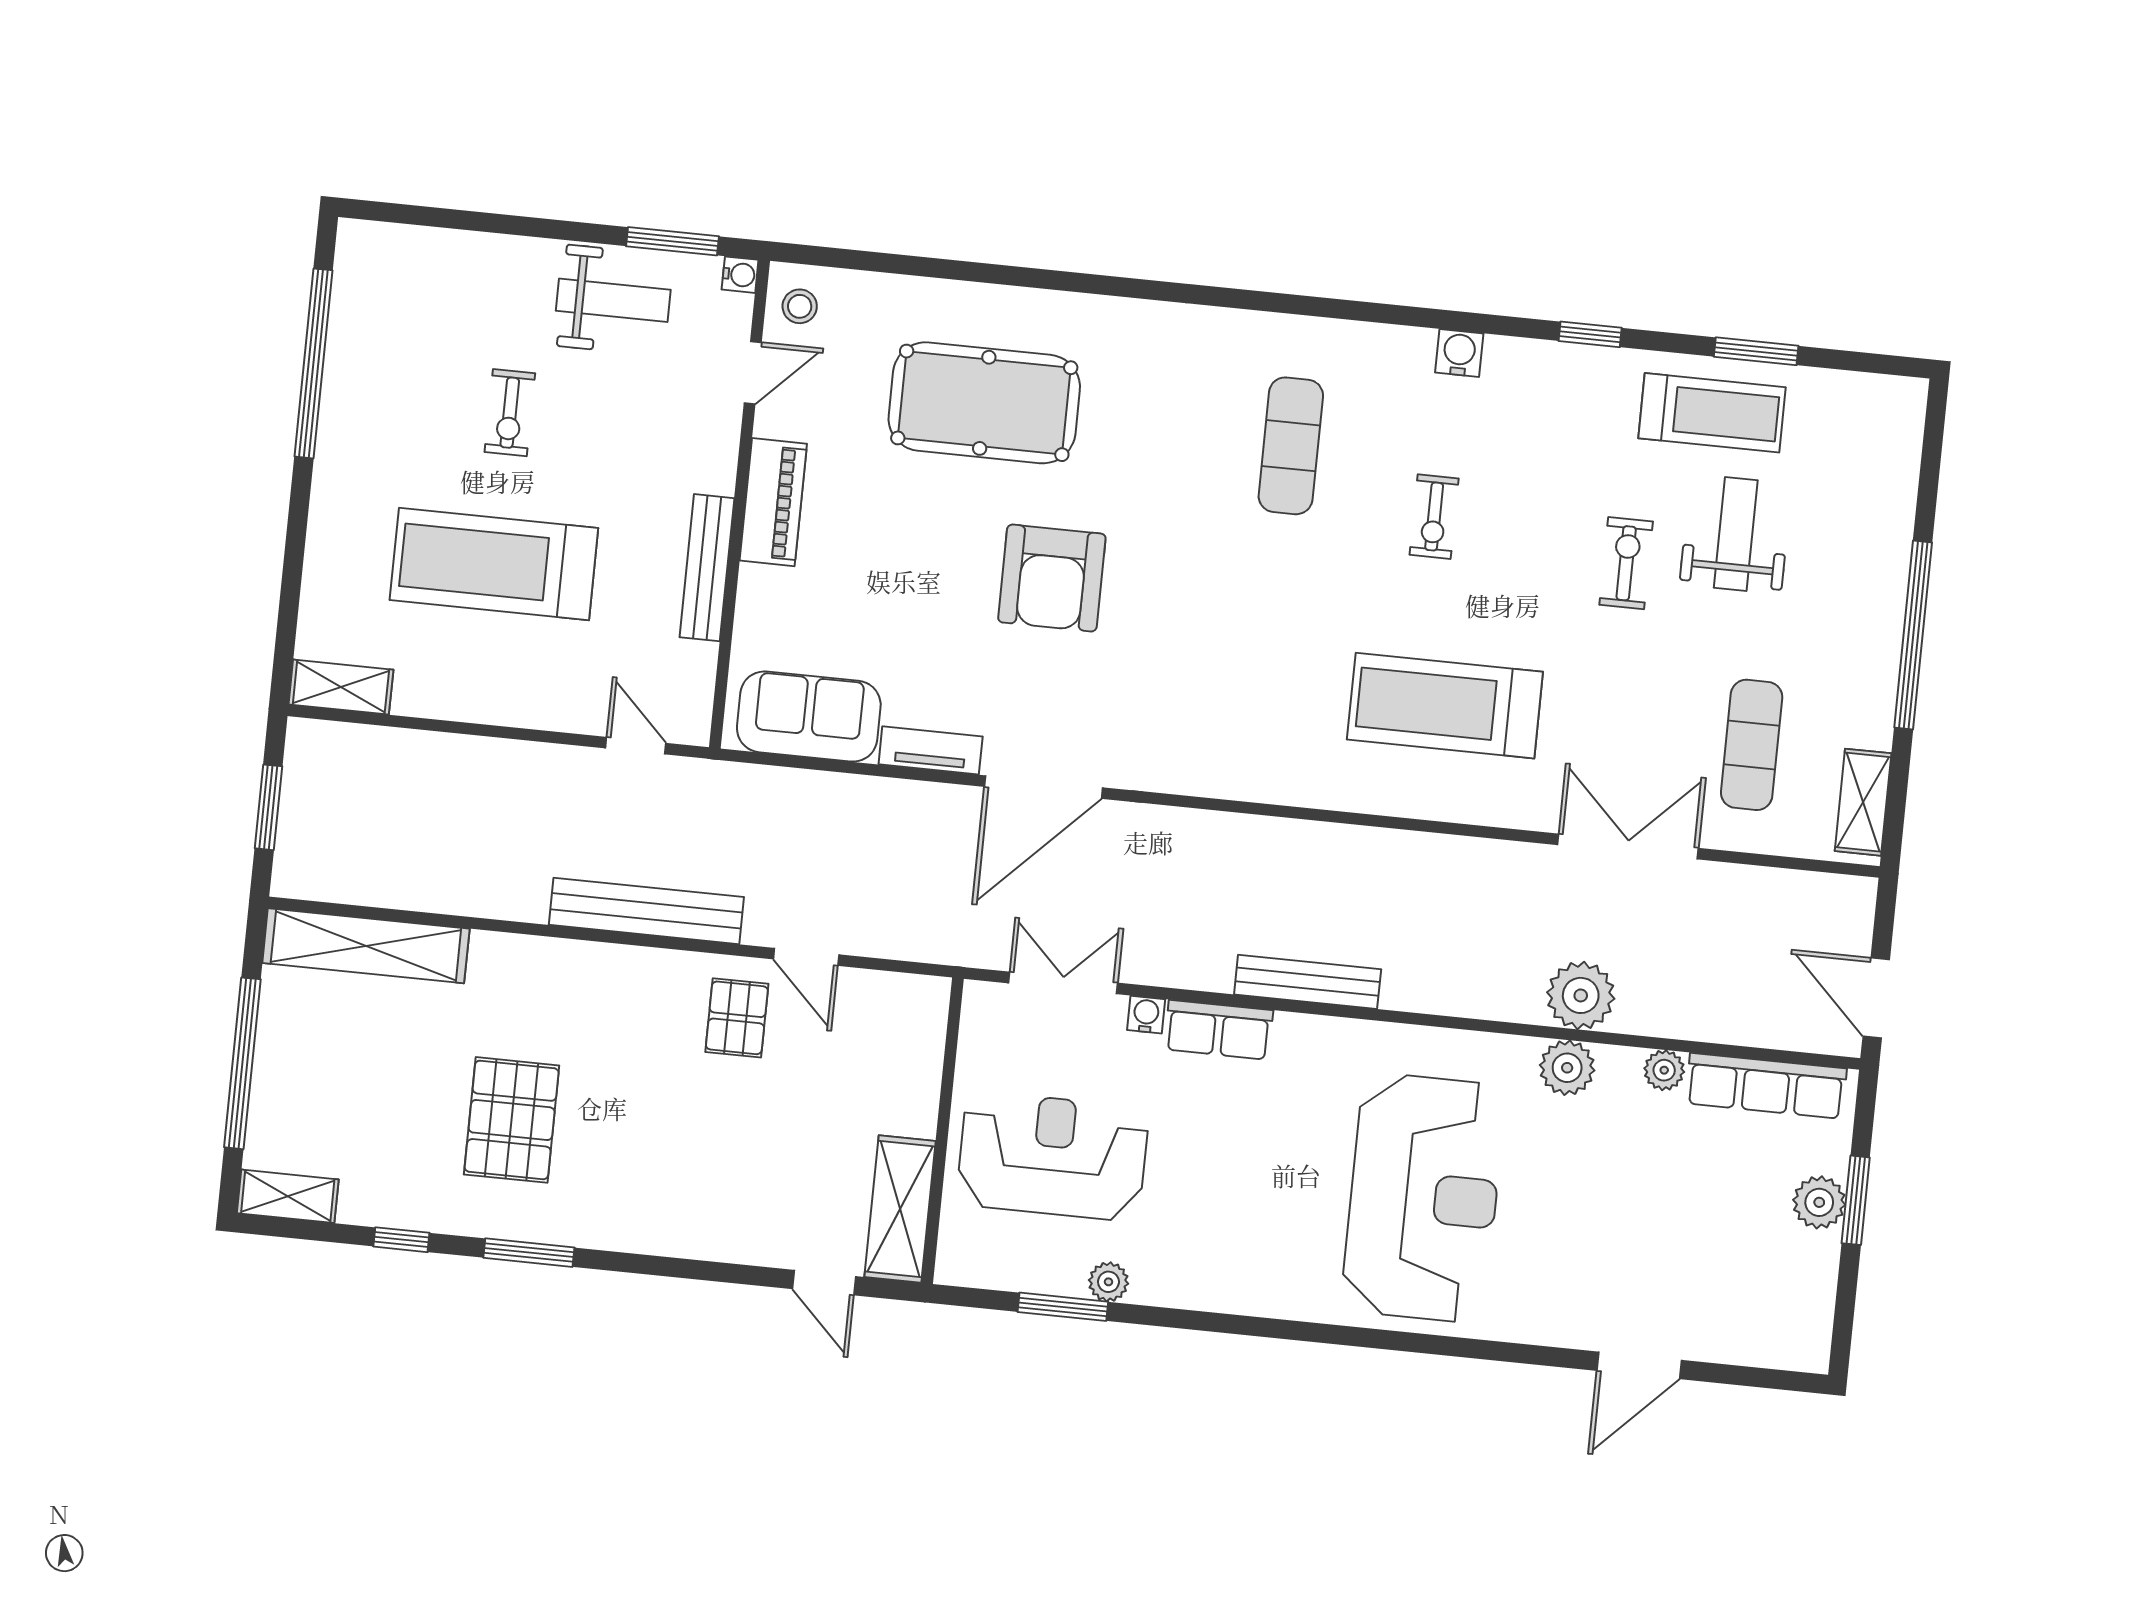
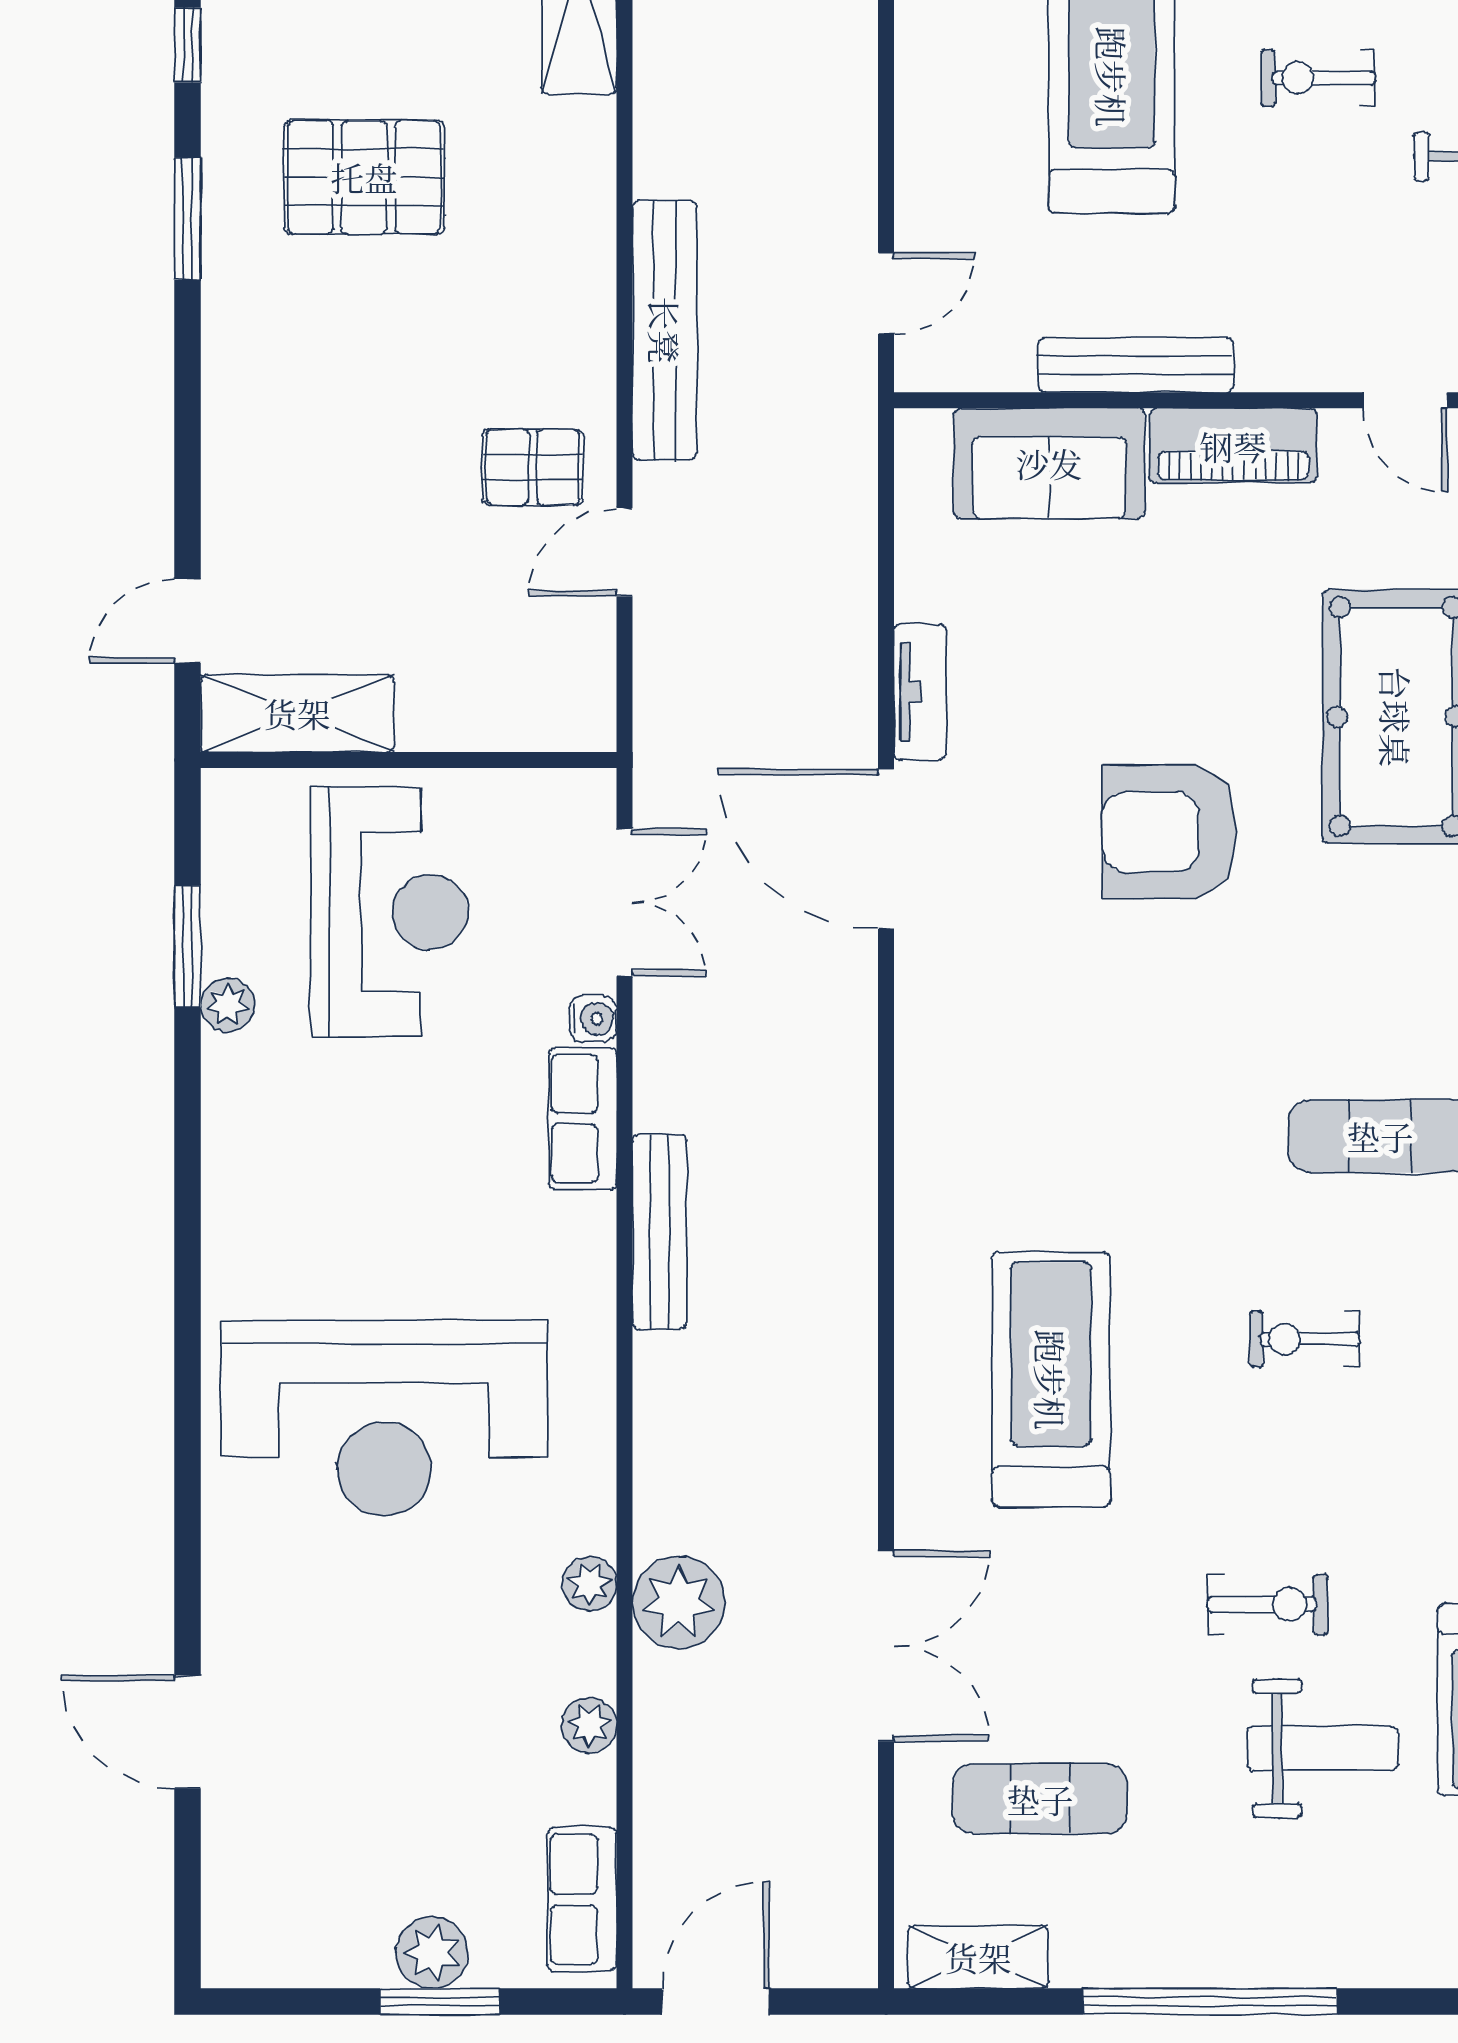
sofa: (809, 716) -> (1049, 463), moved, turned 90
plant: (1567, 1068) -> (589, 1584), width x0.73, depth x0.73
row of seats: (1766, 1086) -> (582, 1899), width x0.68

